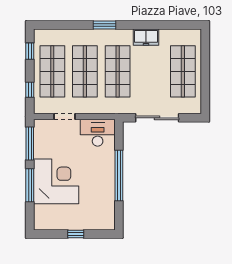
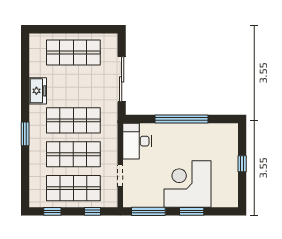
window: (30, 185) -> (192, 211), width x0.69

